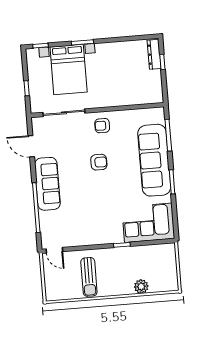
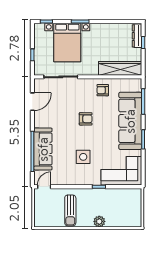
wardrobe: (137, 96) -> (120, 68), added
armchair: (102, 126) -> (103, 90), moved
door: (31, 146) -> (32, 102), swing flipped
sofa: (47, 184) -> (43, 149), moved
side table: (100, 209) -> (83, 157), added
door: (54, 250) -> (44, 187), swing flipped
plant: (141, 287) -> (99, 221), moved

